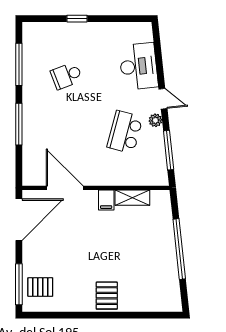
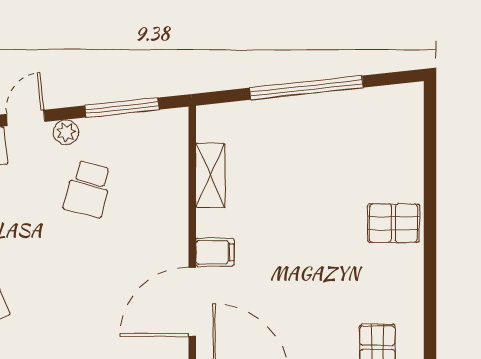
school desk: (125, 132) -> (88, 189), width x0.54
filing cabinet: (106, 200) -> (215, 252), moved

